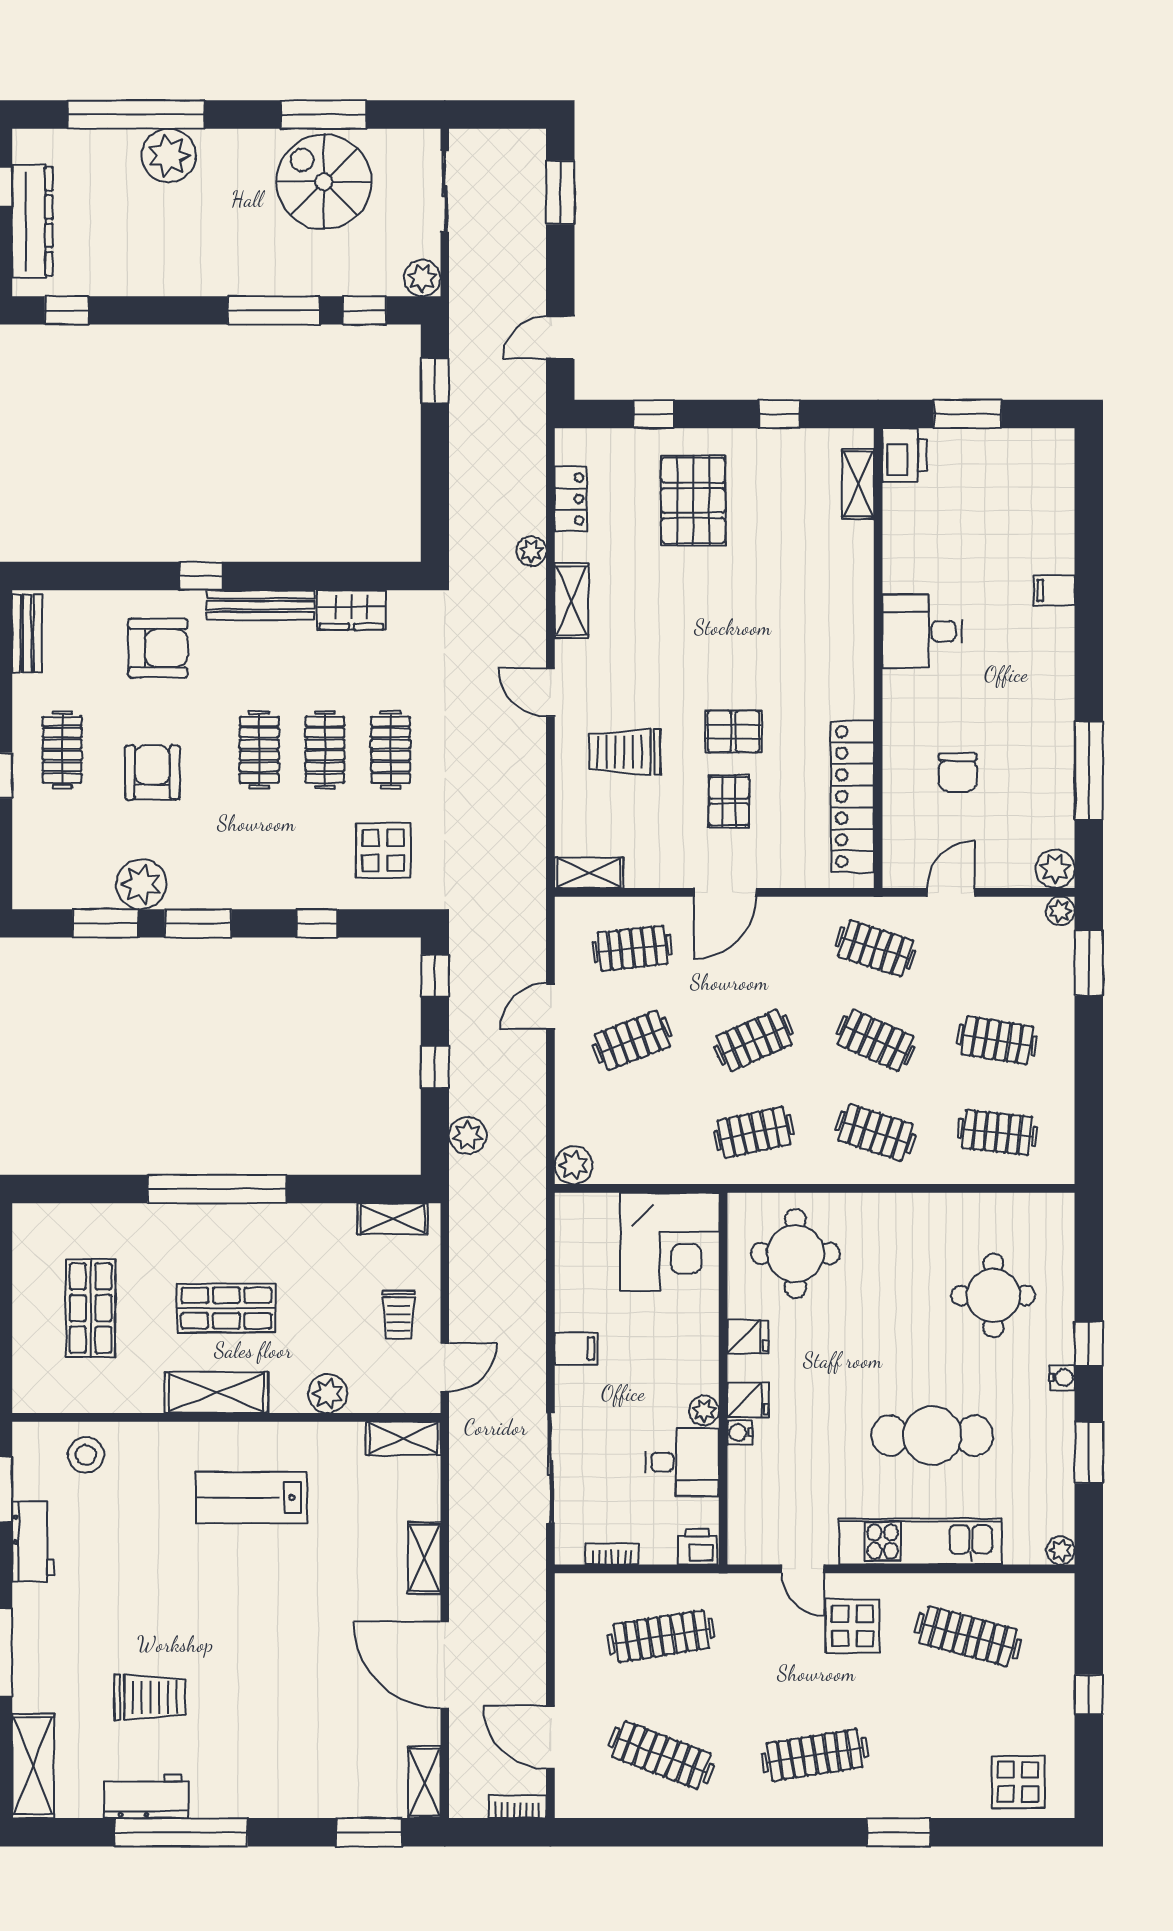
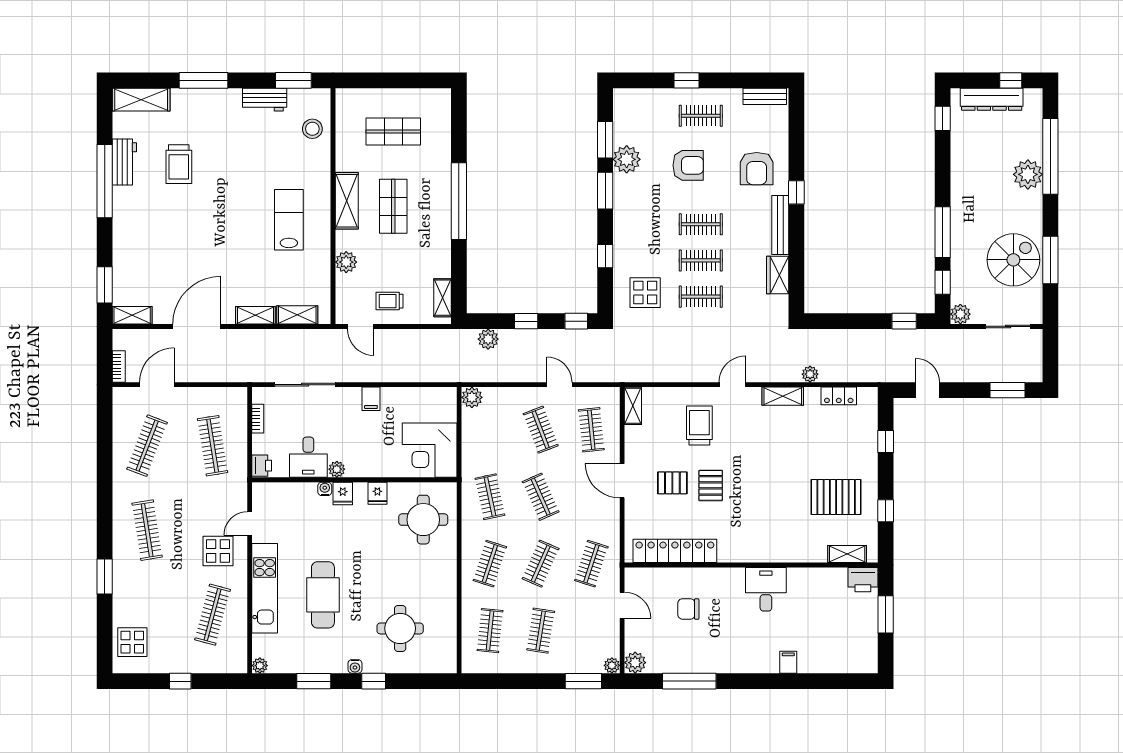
pallet: (693, 500) -> (836, 497), moved
shelving: (403, 1438) -> (297, 315), moved, turned 90

